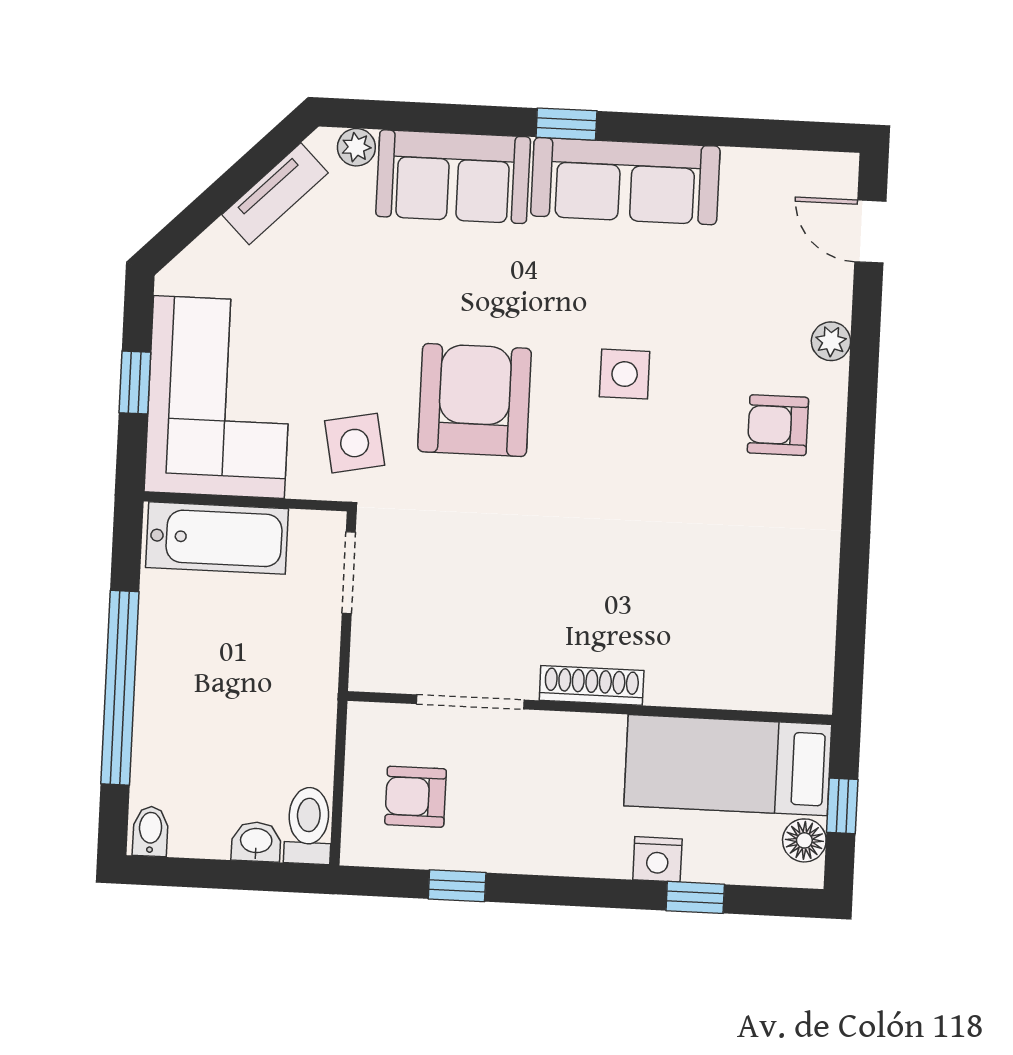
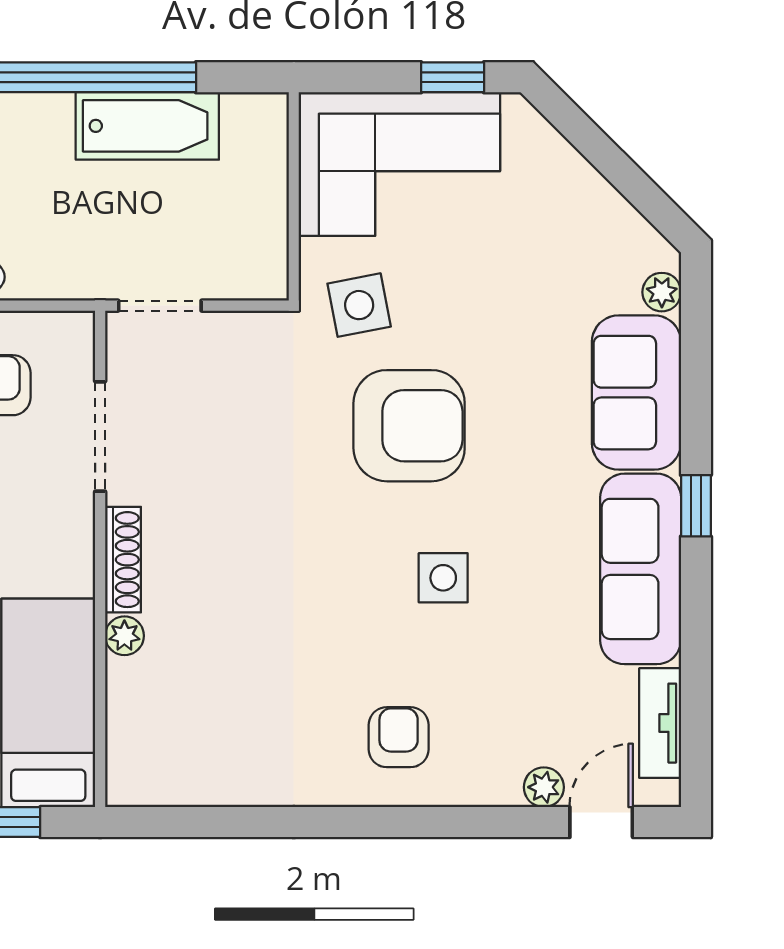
tv unit: (275, 194) -> (660, 723), moved, turned 45
plant: (831, 341) -> (544, 787), moved
window: (135, 383) -> (453, 77), moved
bathtub: (217, 538) -> (147, 126), moved, turned -90
doorway: (349, 573) -> (160, 306), moved
plant: (666, 688) -> (124, 636), added

